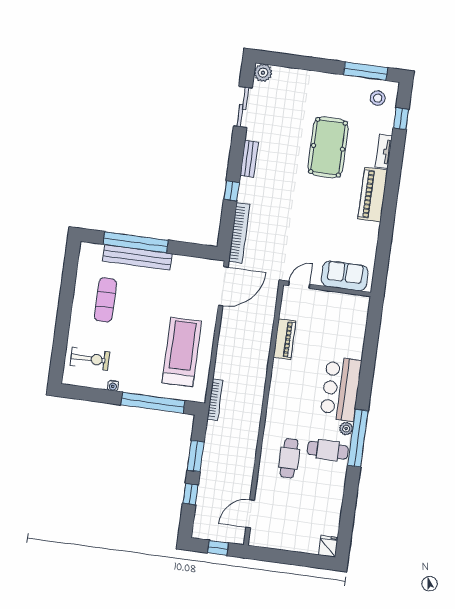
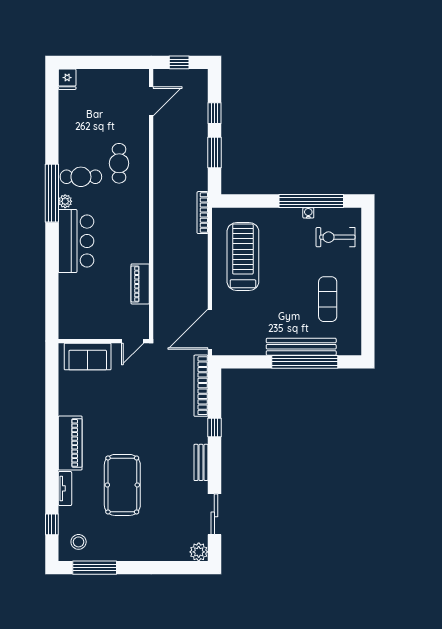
treadmill: (182, 352) -> (243, 257), turned 180
window: (153, 403) -> (311, 201), moved

